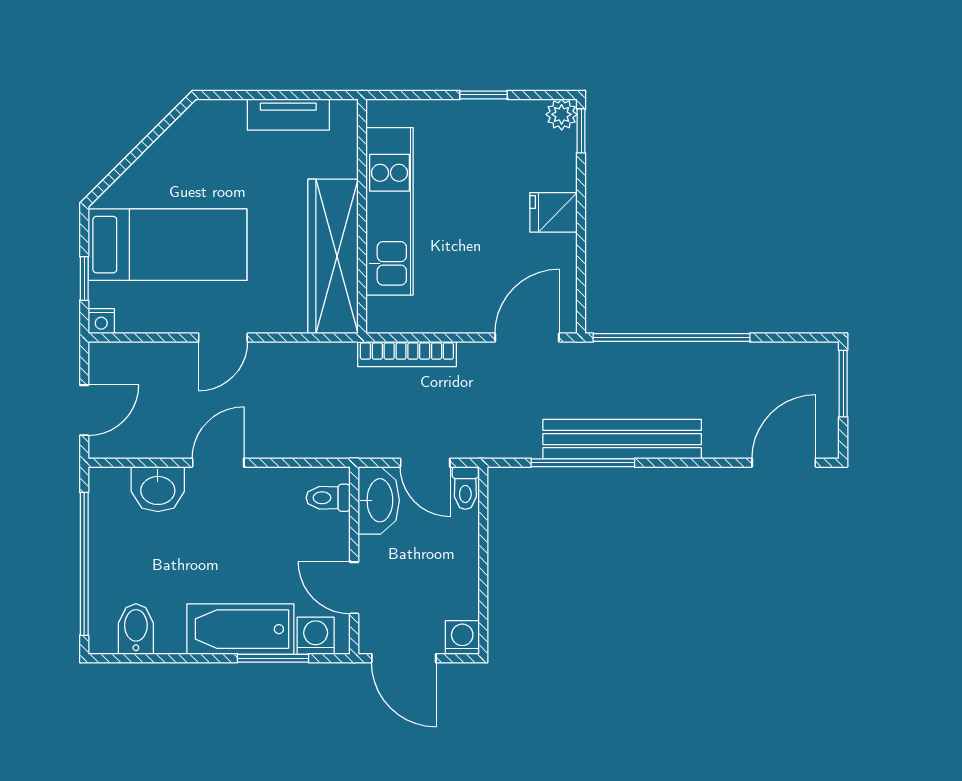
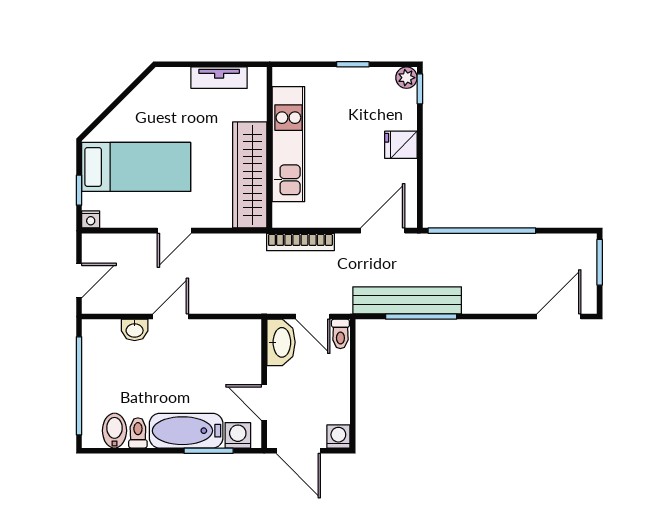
bench: (622, 439) -> (407, 300), moved
washbasin: (158, 489) -> (135, 330), width x0.72, depth x0.69
toilet: (328, 498) -> (138, 433), moved, turned 90

